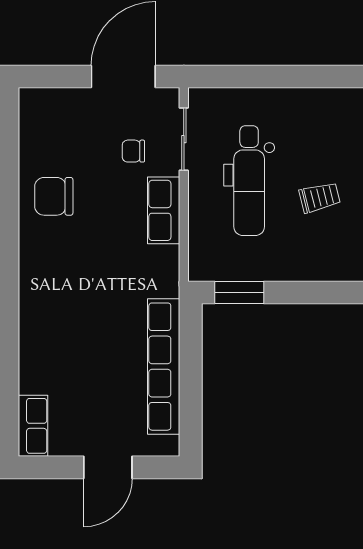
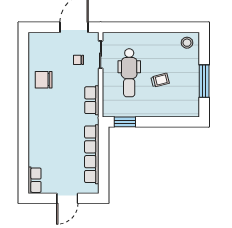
row of seats: (164, 210) -> (92, 100), moved

